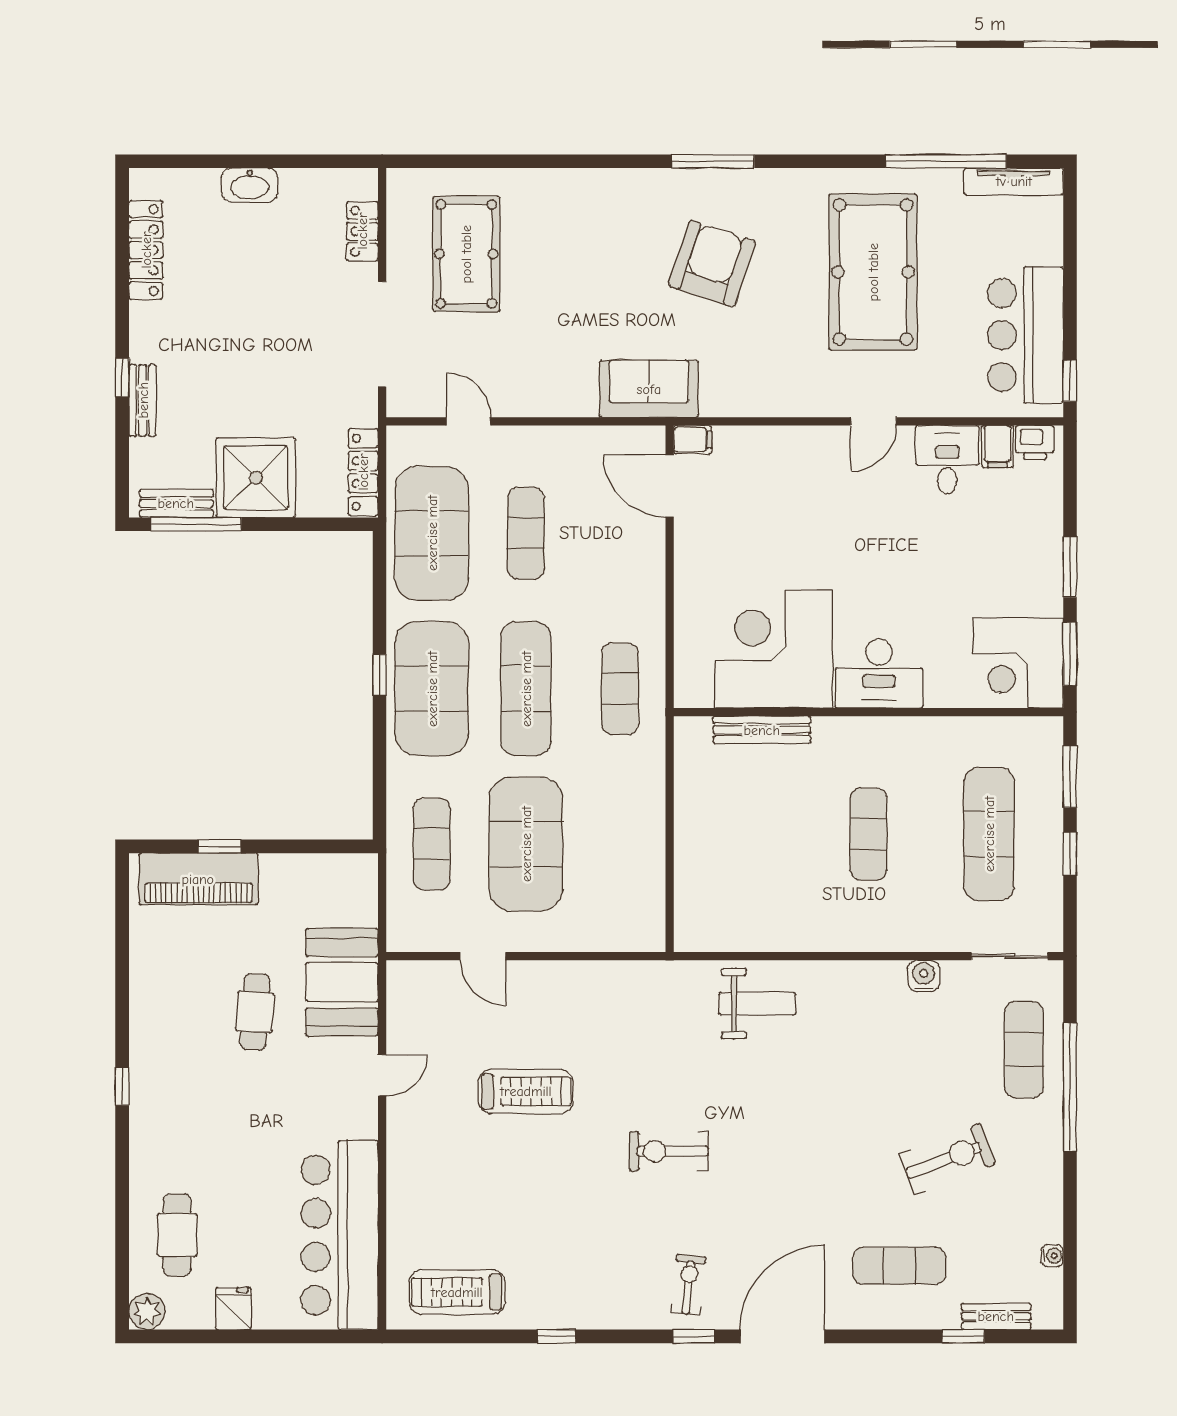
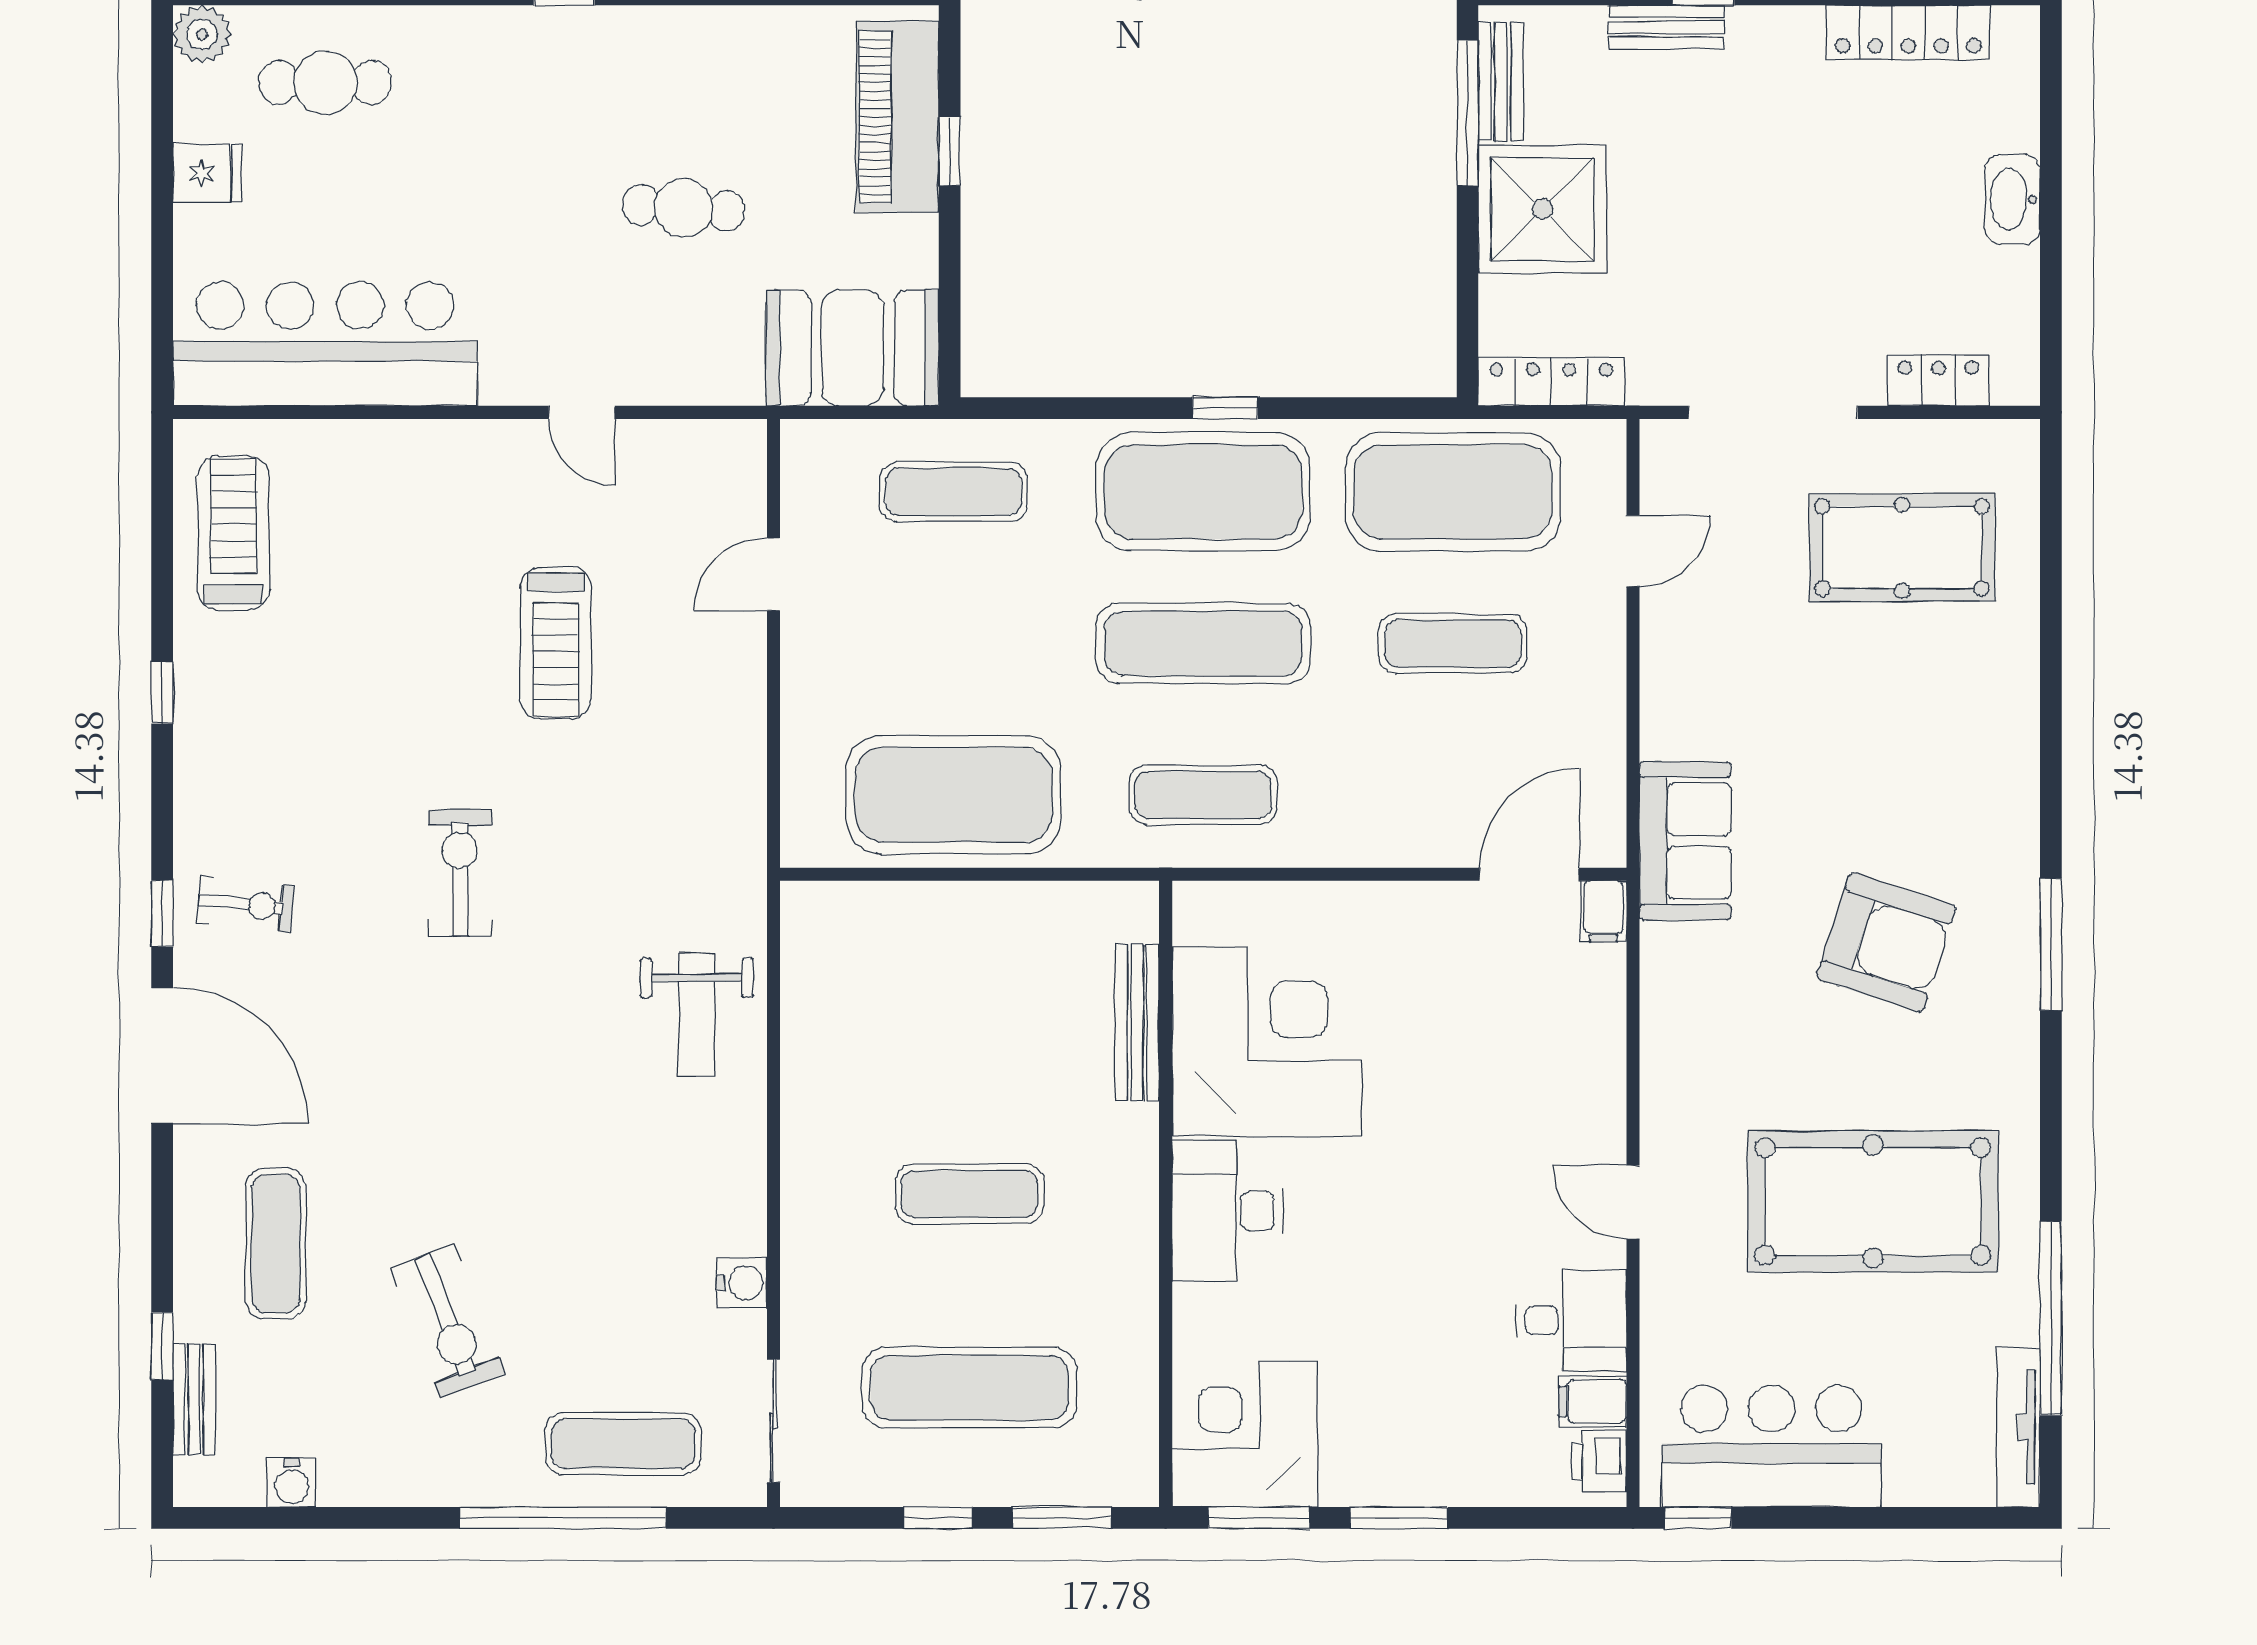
exercise mat: (526, 844) -> (954, 795), moved
booth: (342, 982) -> (852, 348), moved
water cooler: (1052, 1256) -> (292, 1483), width x1.38, depth x1.38

